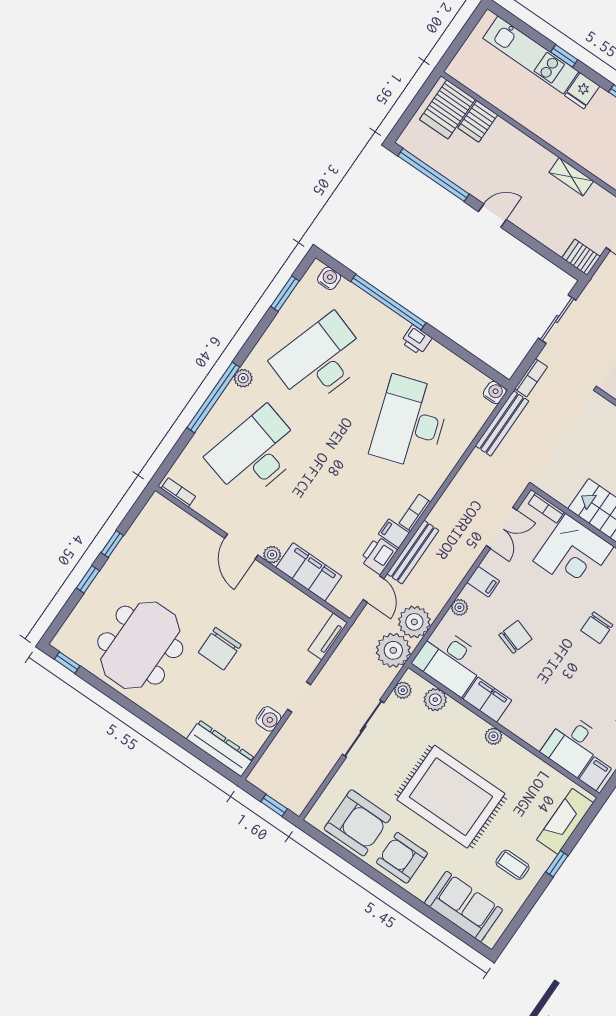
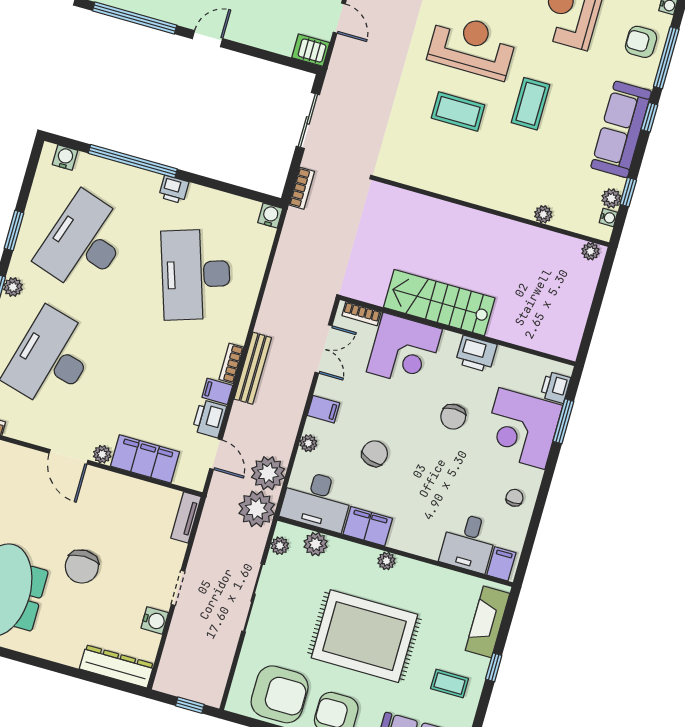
window: (285, 294) -> (14, 231), moved
bench: (502, 423) -> (288, 244), removed
bench: (413, 552) -> (253, 368), moved

